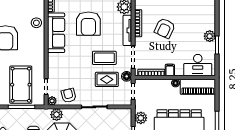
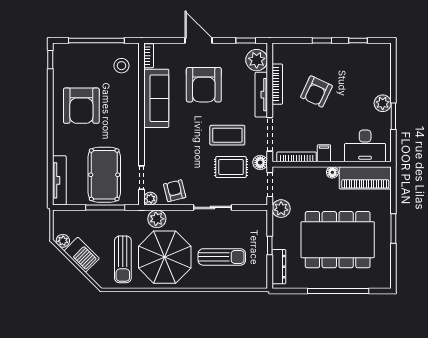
stool: (36, 23) -> (121, 66), moved
plant: (141, 118) -> (281, 209), moved

